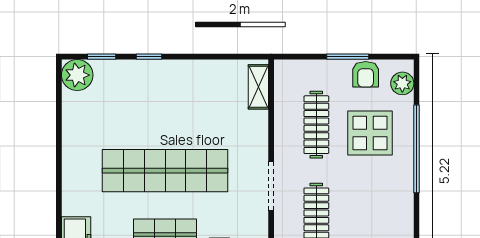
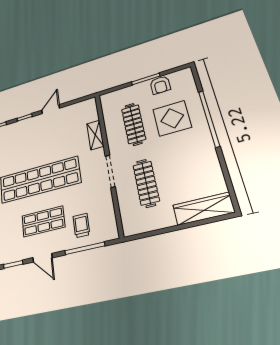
door: (194, 57) -> (51, 109), added
plant: (402, 83) -> (187, 82), removed
shelving: (258, 87) -> (95, 135), moved

